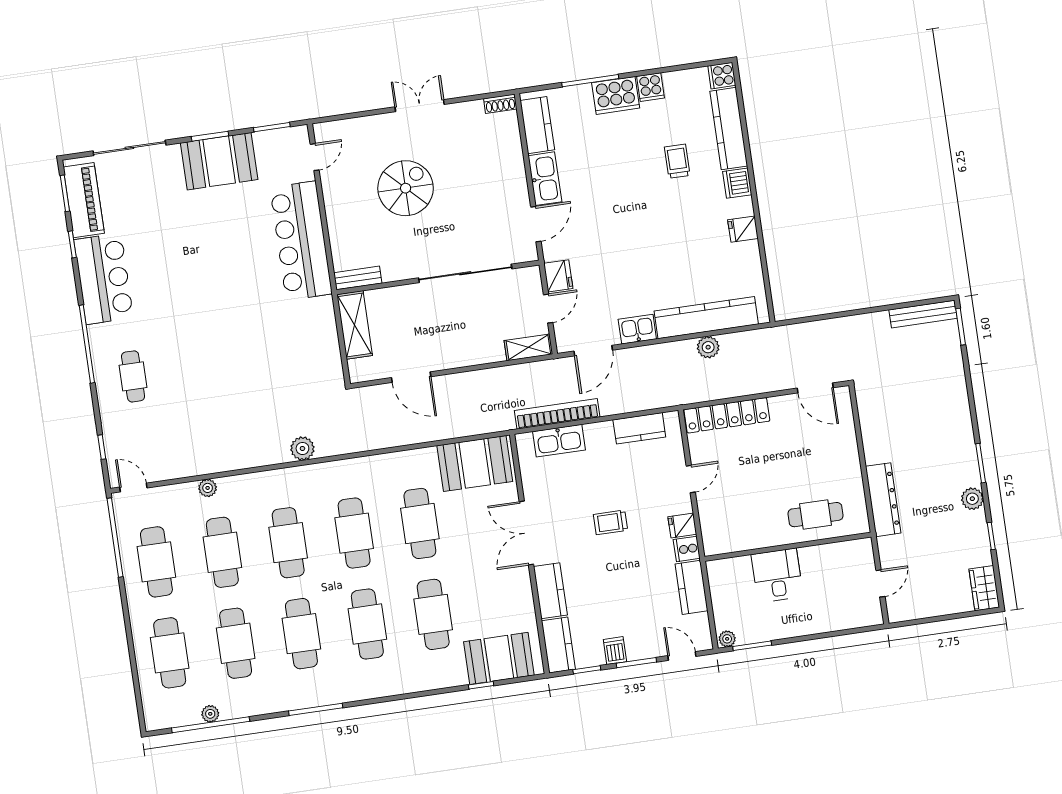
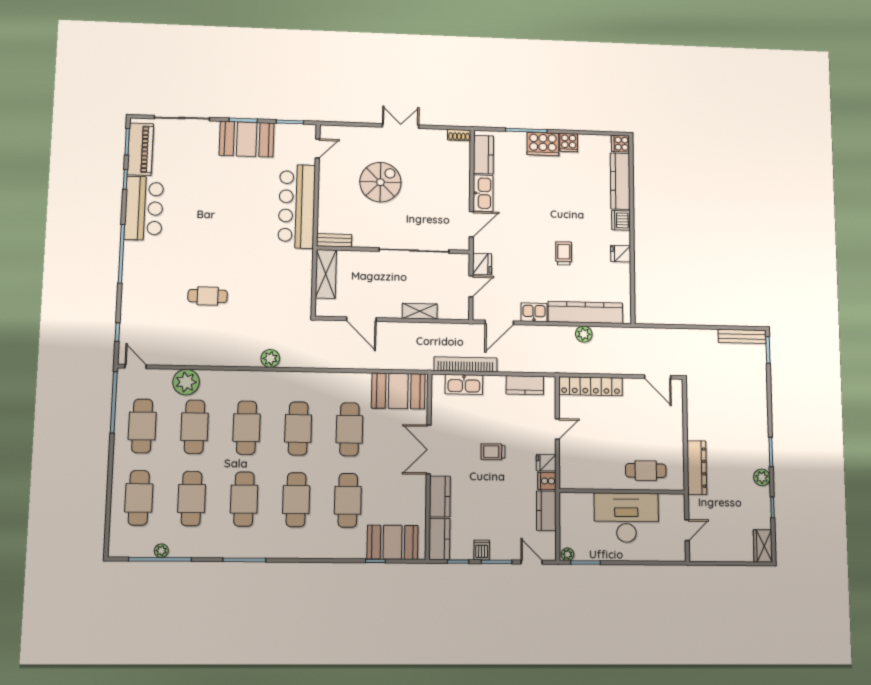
trolley: (677, 161) -> (564, 253), moved
shelving: (528, 347) -> (420, 311), moved
cafe table: (133, 376) -> (208, 296), moved, turned 90
plant: (208, 488) -> (186, 382), width x1.87, depth x1.87
desk: (777, 575) -> (626, 518), width x1.87, depth x1.30

